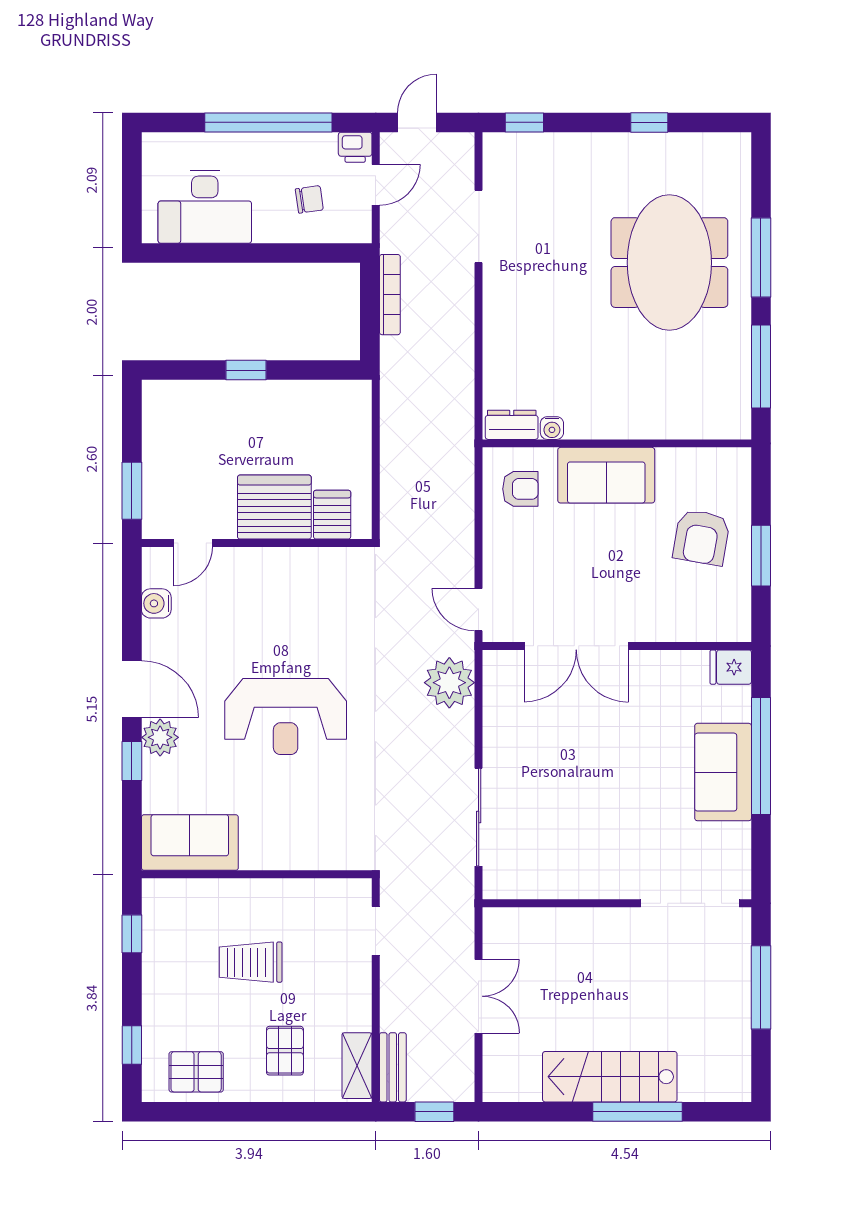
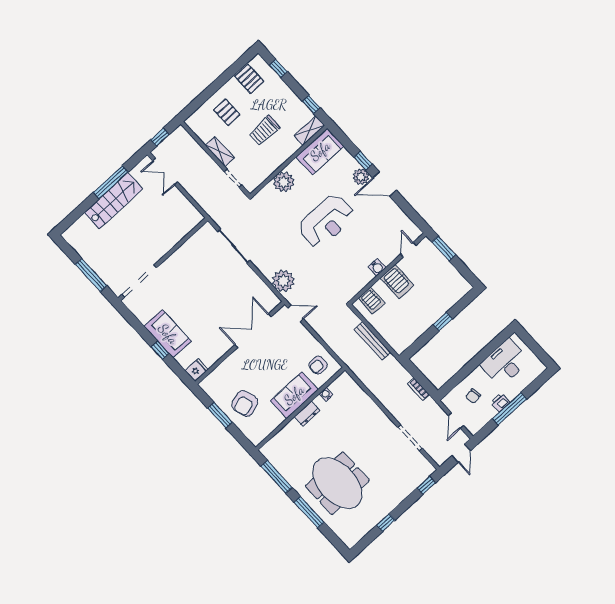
window: (268, 122) -> (509, 409), width x0.68
printer: (355, 147) -> (500, 402), moved
bookcase: (390, 295) -> (419, 389), width x0.64
dresser: (512, 425) -> (307, 414), moved
server rack: (274, 507) -> (397, 282), width x0.62
armchair: (701, 537) -> (245, 403), turned -118
water cooler: (156, 603) -> (377, 267), moved, turned 90
reception desk: (286, 717) -> (326, 221), turned 180
window: (761, 756) -> (160, 350), width x0.32
plant: (297, 847) -> (284, 182), added
shelving: (175, 893) -> (309, 131), added
trolley: (251, 962) -> (264, 131), turned 180
double door: (479, 996) -> (165, 171), moved
shelving: (357, 1066) -> (220, 152), moved
bench: (393, 1067) -> (372, 341), moved, width x1.36
pallet: (196, 1072) -> (249, 79), turned 90
window: (637, 1112) -> (111, 182), moved

